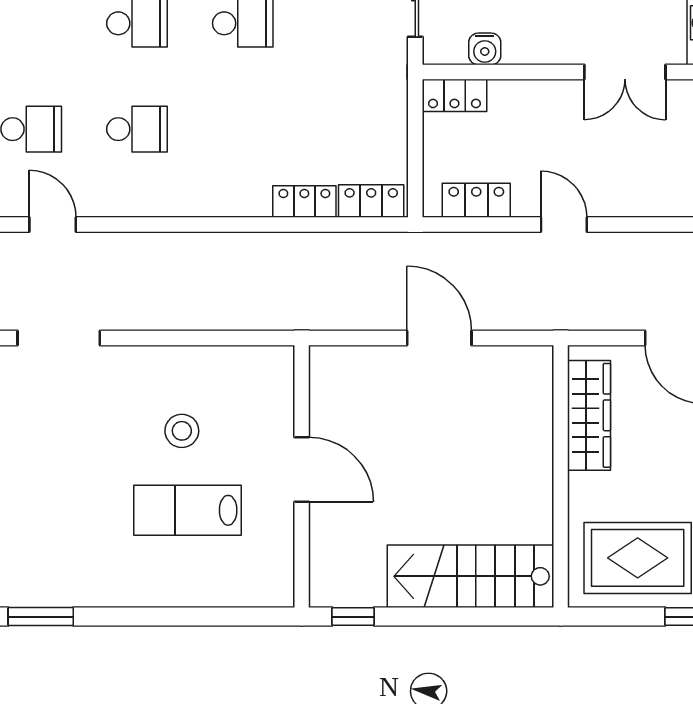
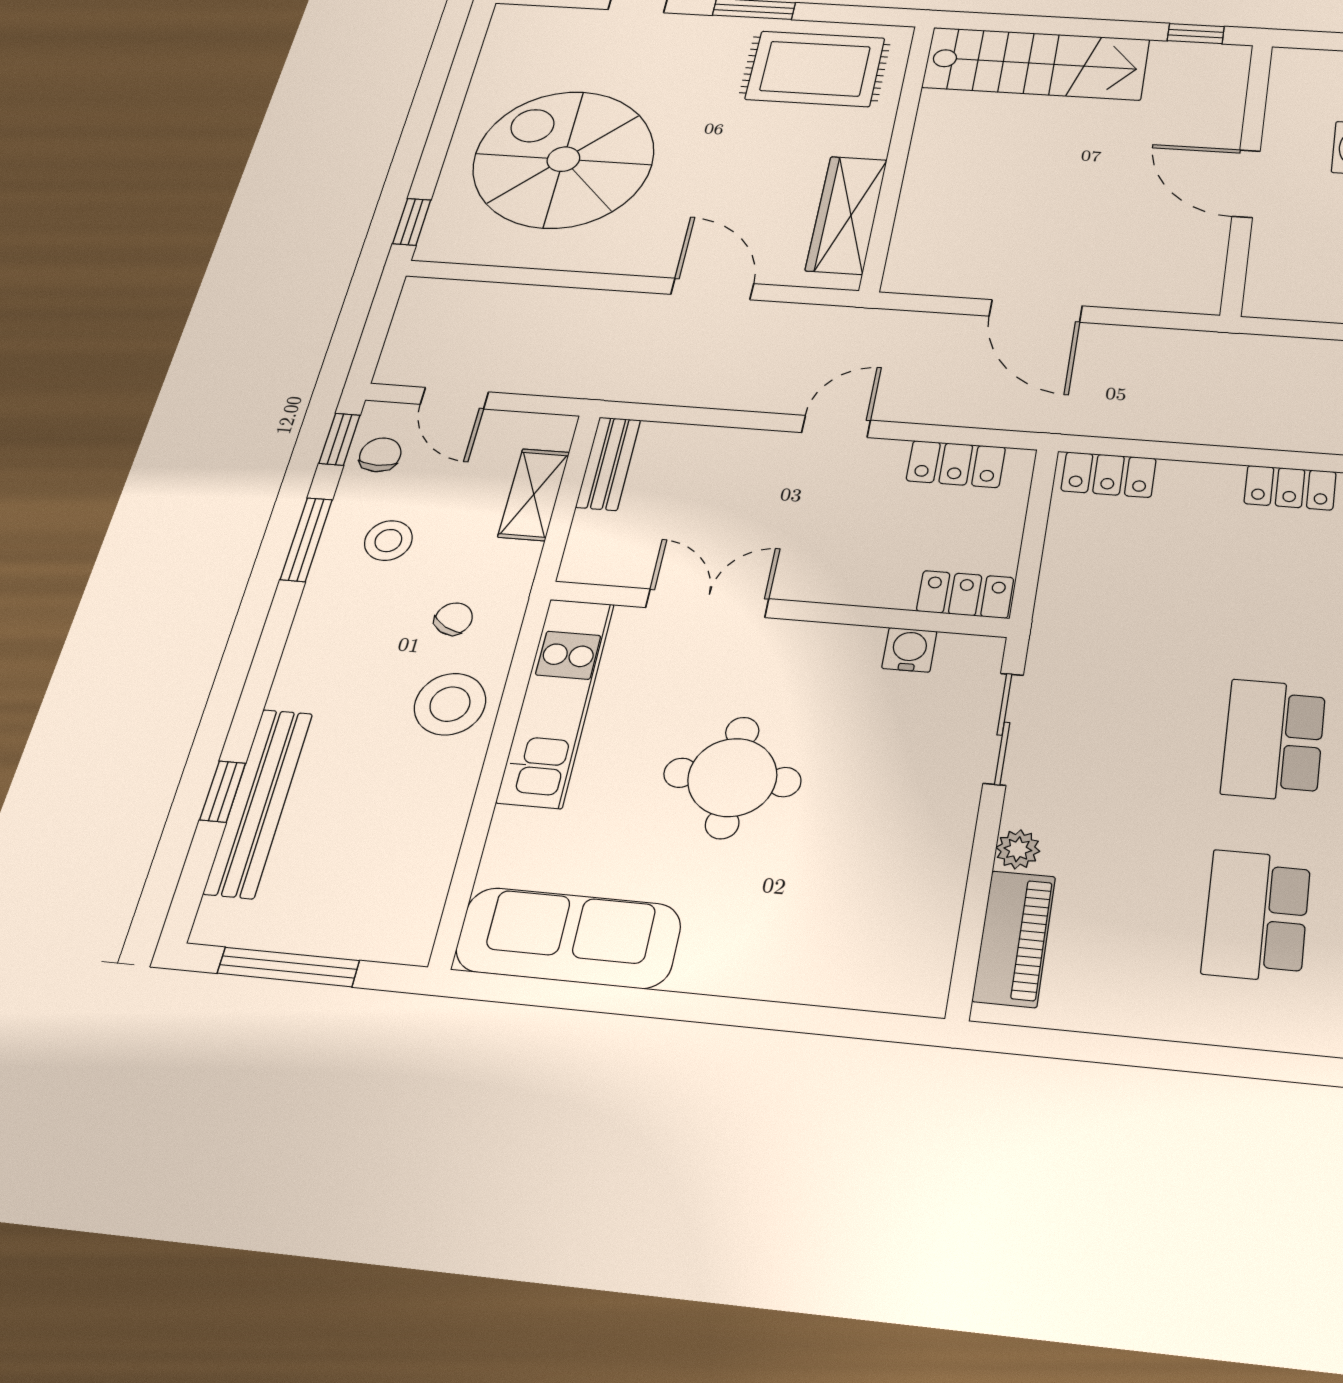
locker: (304, 202) -> (1290, 488), moved
door: (564, 225) -> (836, 426), swing flipped

